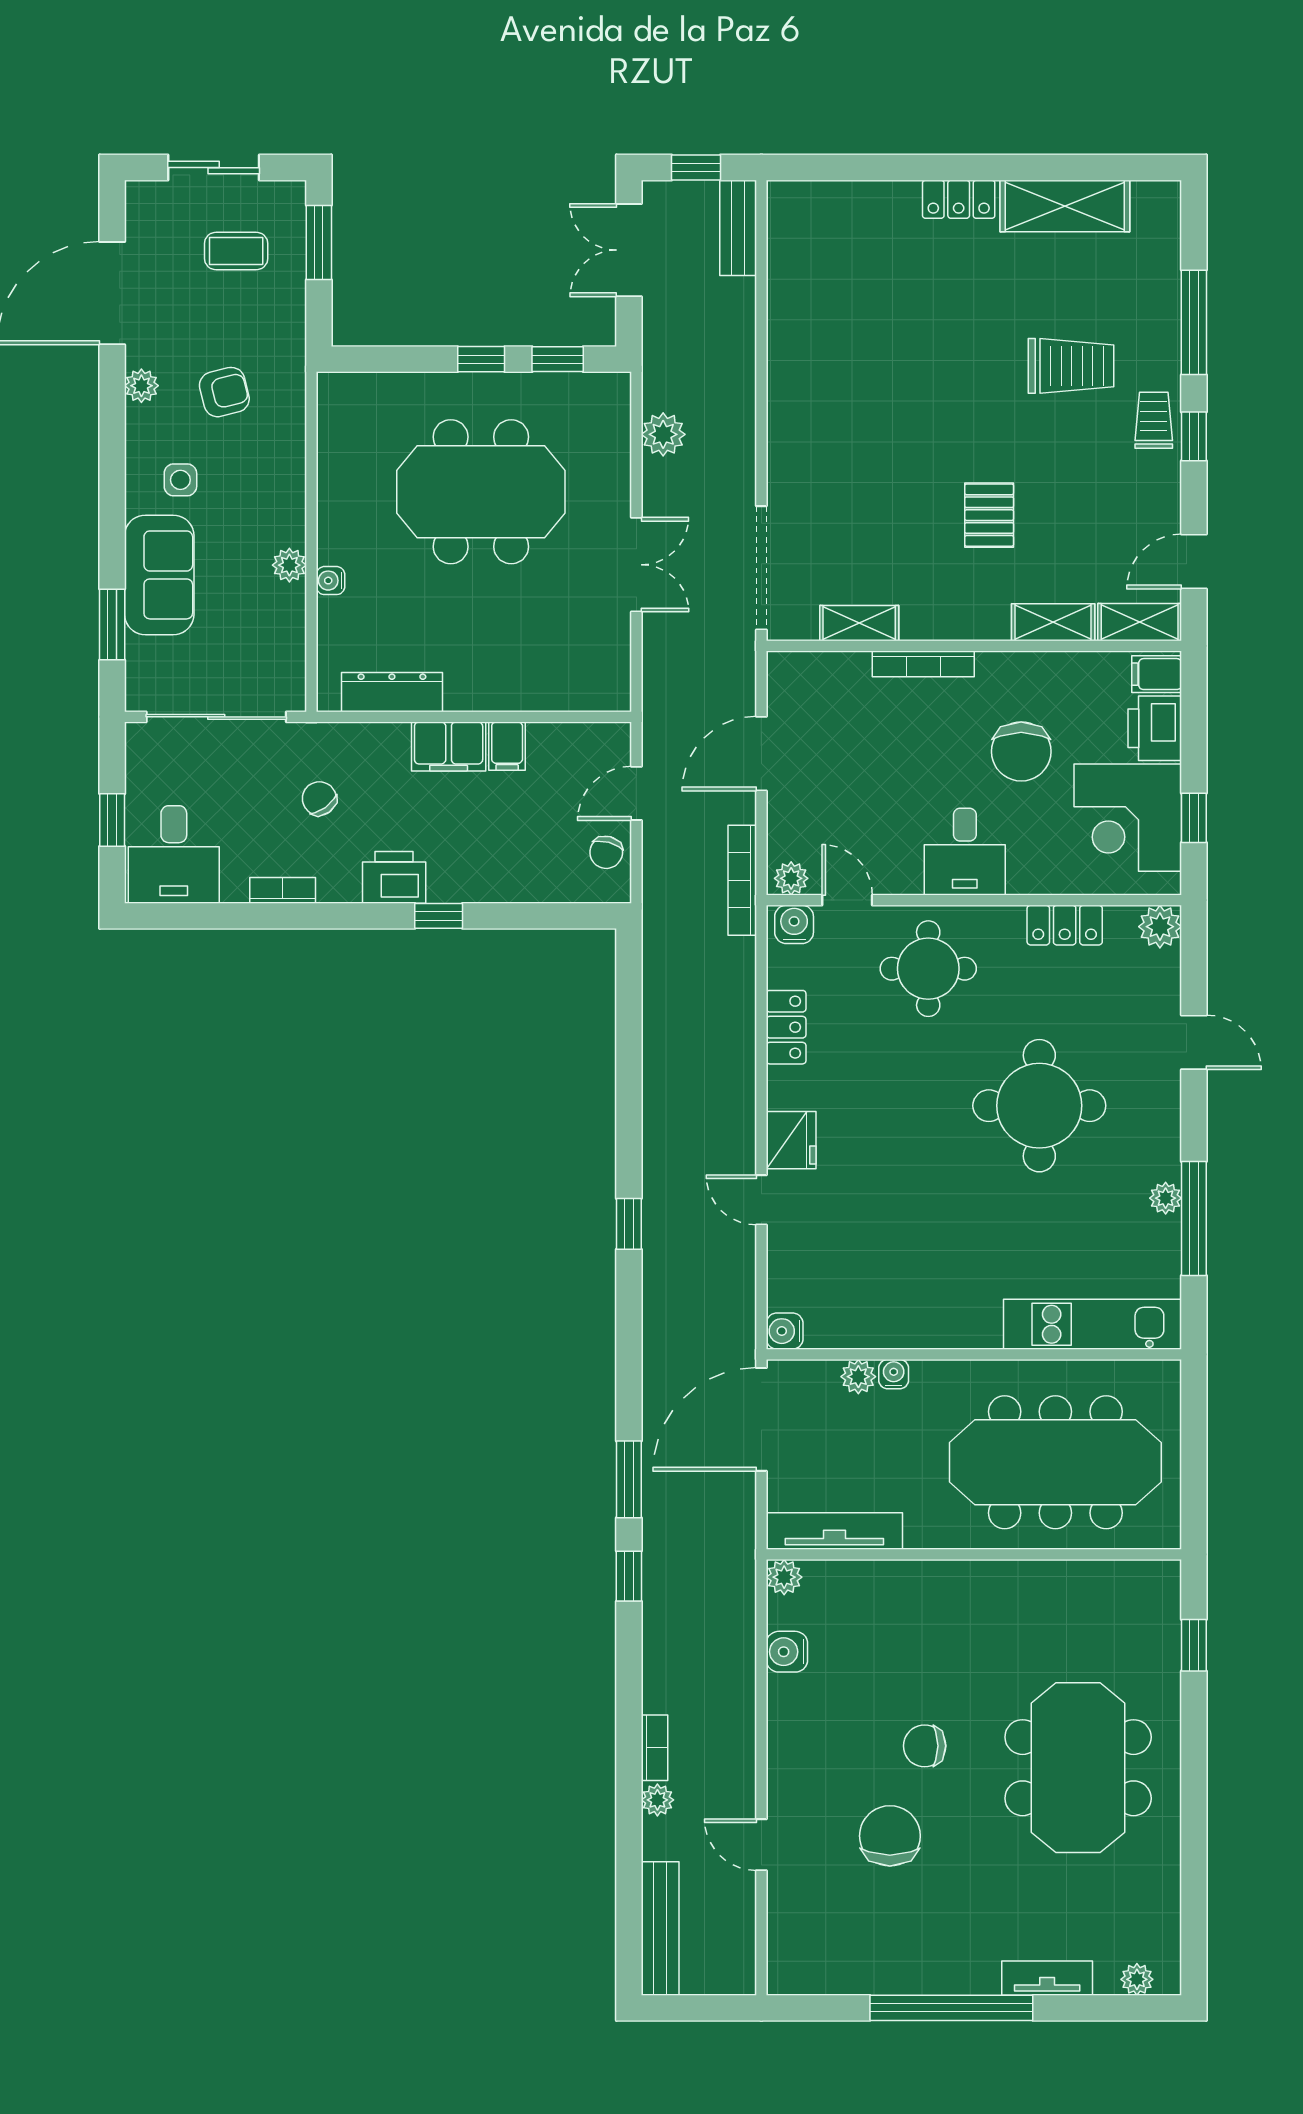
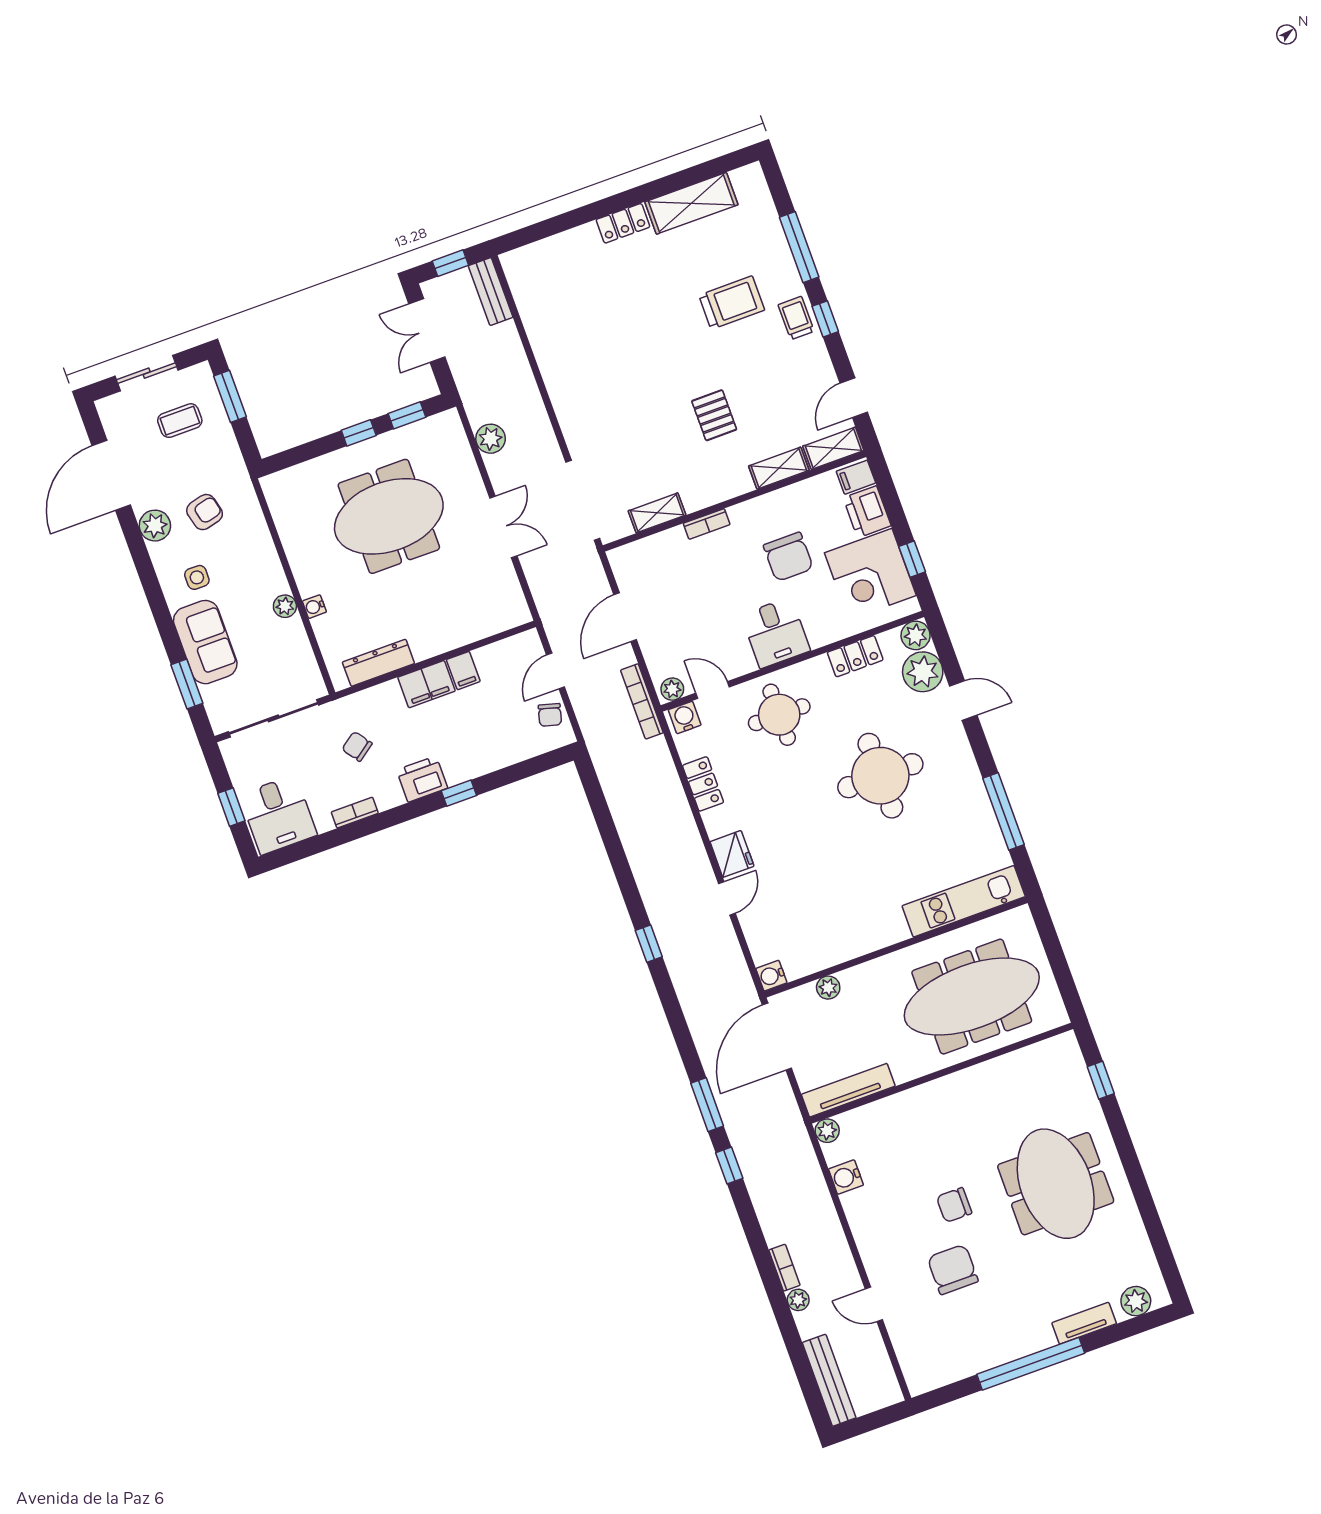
plant: (141, 386) -> (155, 526), width x1.38, depth x1.38
bookcase: (923, 664) -> (707, 524), width x0.64
plant: (1166, 1198) -> (923, 672), moved, width x1.88, depth x1.88
door: (761, 1200) -> (727, 898), swing flipped
water cooler: (894, 1374) -> (850, 978), removed
plant: (1137, 1979) -> (1136, 1301), width x1.38, depth x1.38

